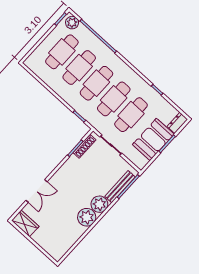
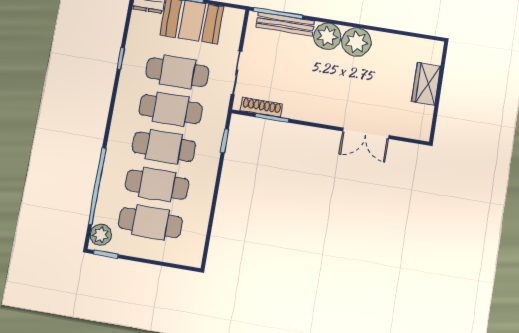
double door: (37, 191) -> (366, 133), swing flipped
wardrobe: (25, 223) -> (426, 84), moved

